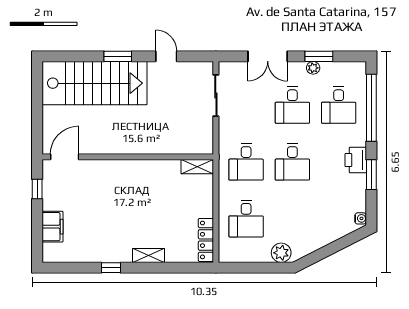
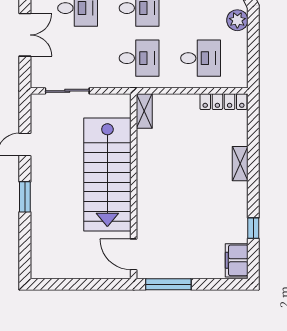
stairs: (95, 83) -> (107, 175), moved, turned 180
window: (37, 189) -> (168, 284), width x2.17
filing cabinet: (52, 227) -> (237, 260), moved, turned -90
window: (111, 268) -> (253, 228), moved

